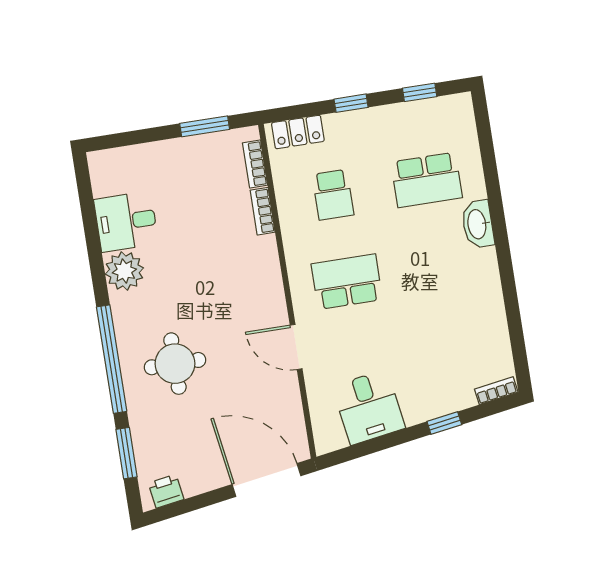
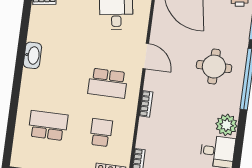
bookcase: (263, 211) -> (146, 104), moved
washbasin: (478, 224) -> (32, 55), moved

